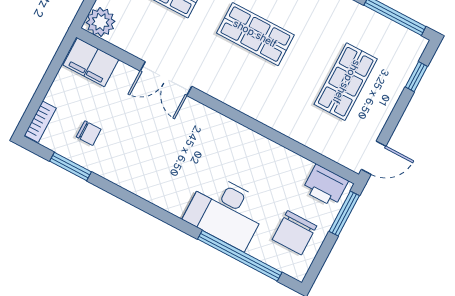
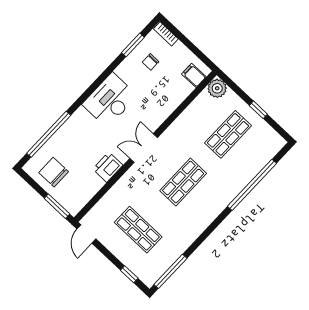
filing cabinet: (91, 62) -> (194, 75), width x0.50
double door: (166, 79) -> (144, 148), moved
printer: (325, 186) -> (108, 167), moved
desk: (226, 211) -> (110, 100), moved

